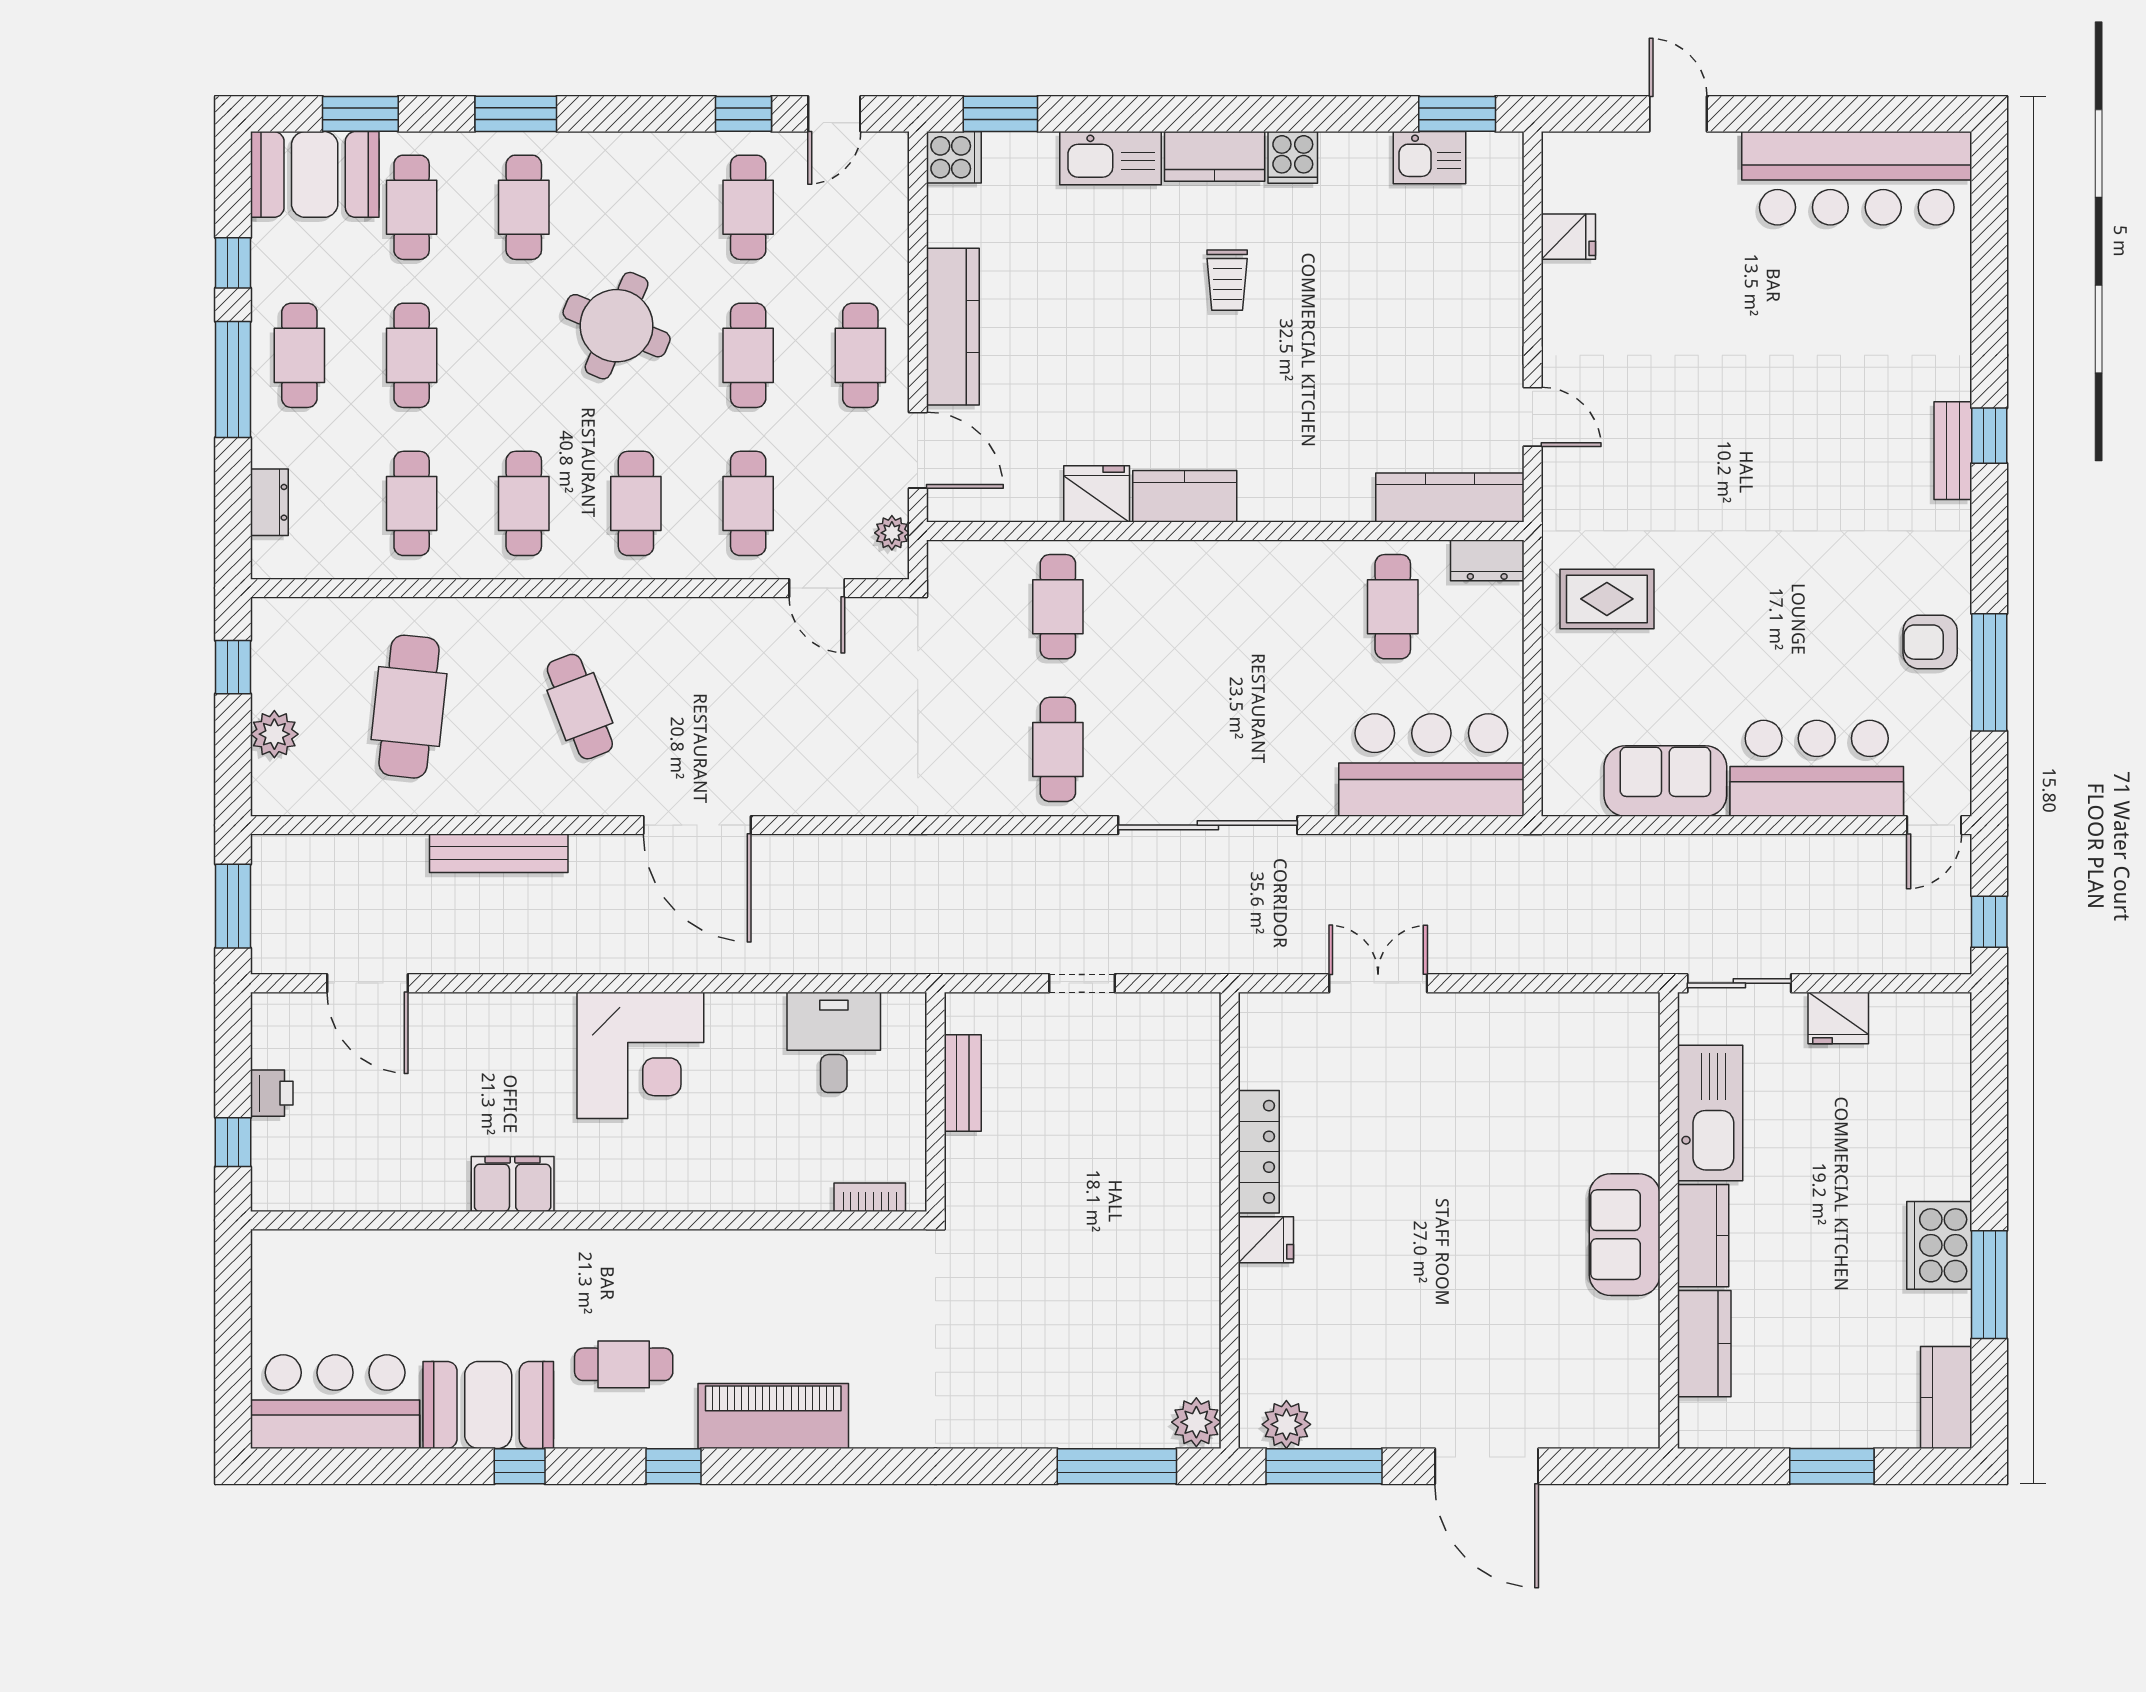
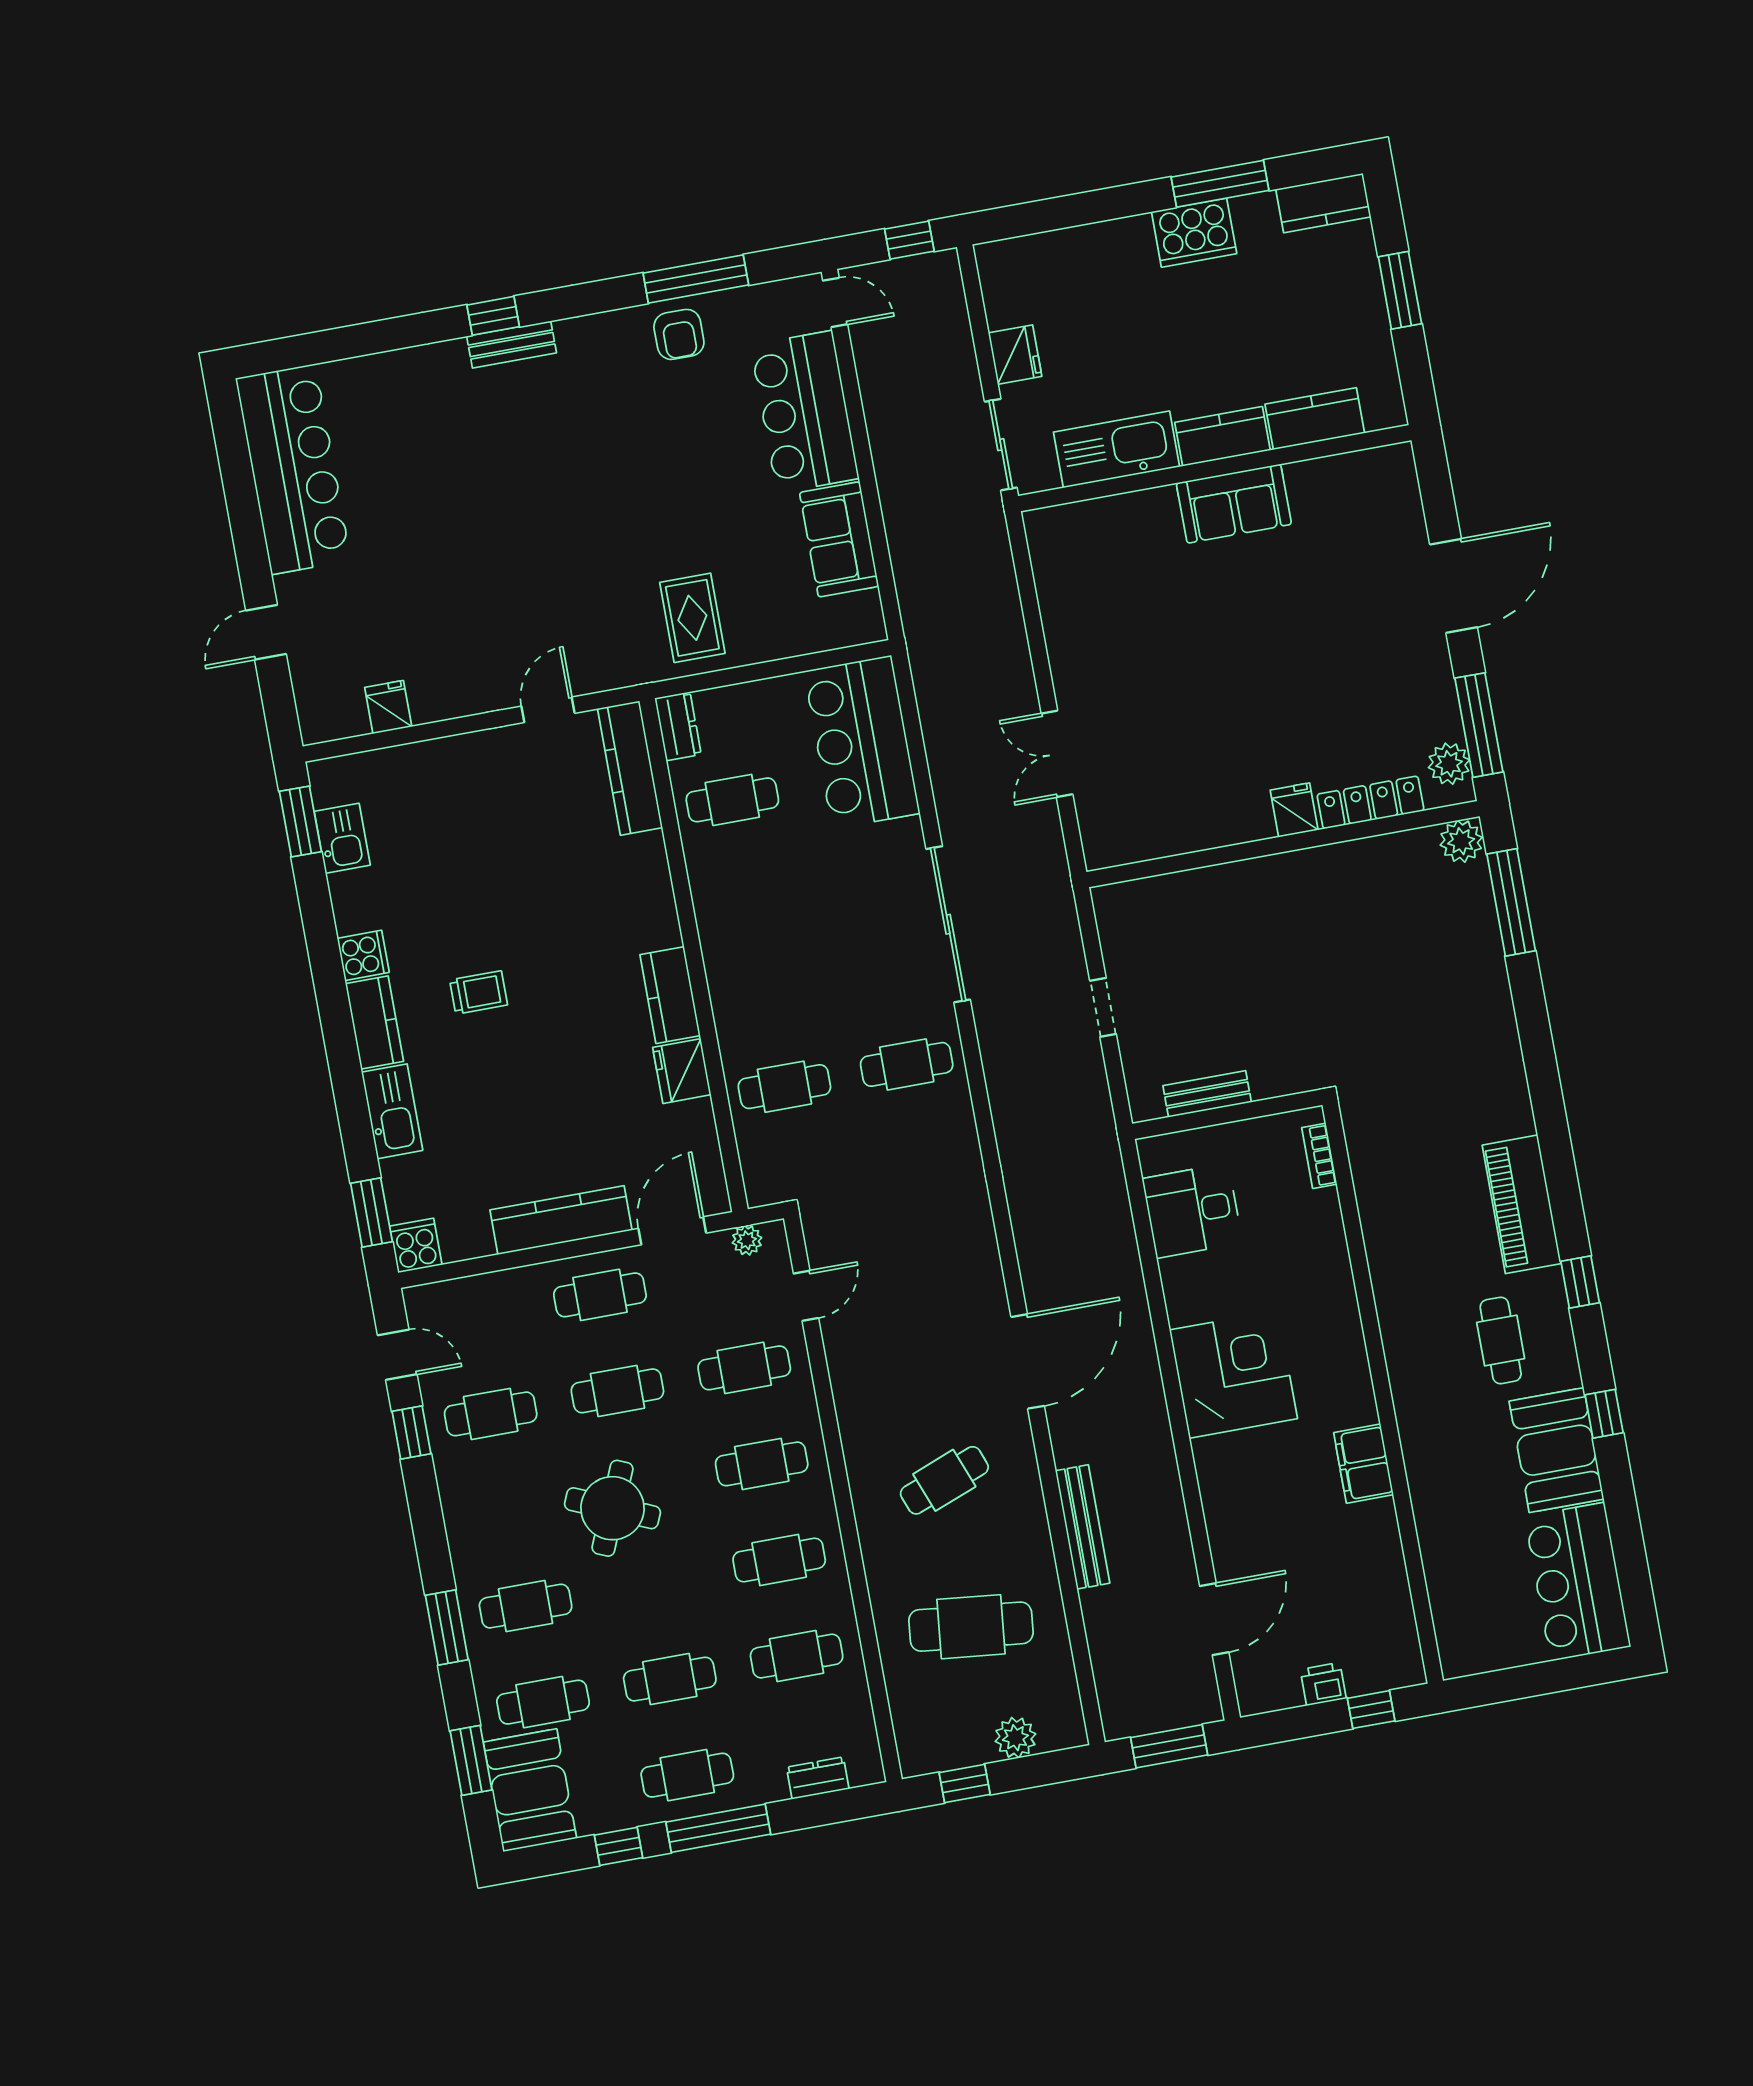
locker: (1259, 1152) -> (1370, 802), moved

